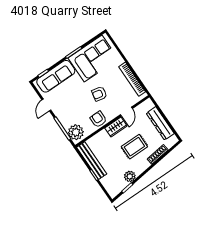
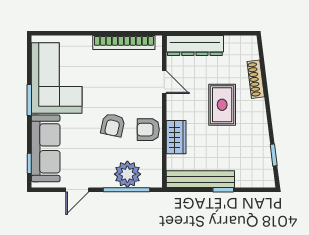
armchair: (99, 94) -> (113, 125), moved
door: (46, 105) -> (77, 190), hinge flipped
dresser: (160, 123) -> (195, 46), moved
wardrobe: (116, 127) -> (176, 137), moved
plant: (76, 132) -> (127, 174), moved
plant: (130, 176) -> (260, 140), removed

